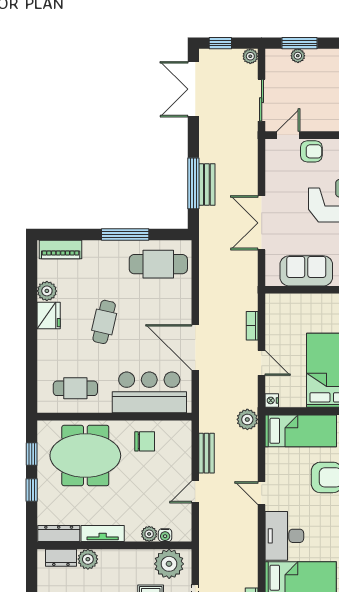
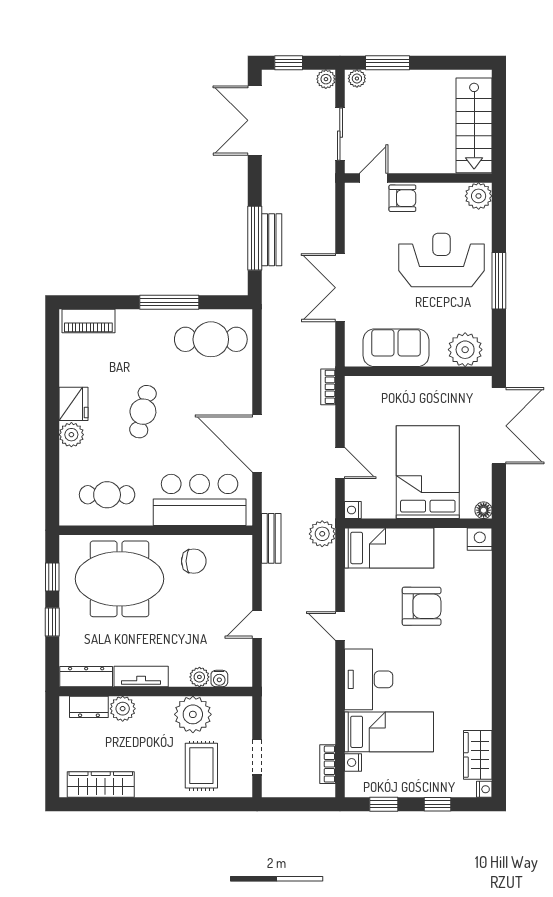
plant: (298, 56) -> (357, 78), moved
plant: (47, 291) -> (71, 435), moved
bookcase: (252, 326) -> (328, 387), moved
bench: (207, 453) -> (271, 538), moved
plant: (169, 564) -> (193, 714), moved

